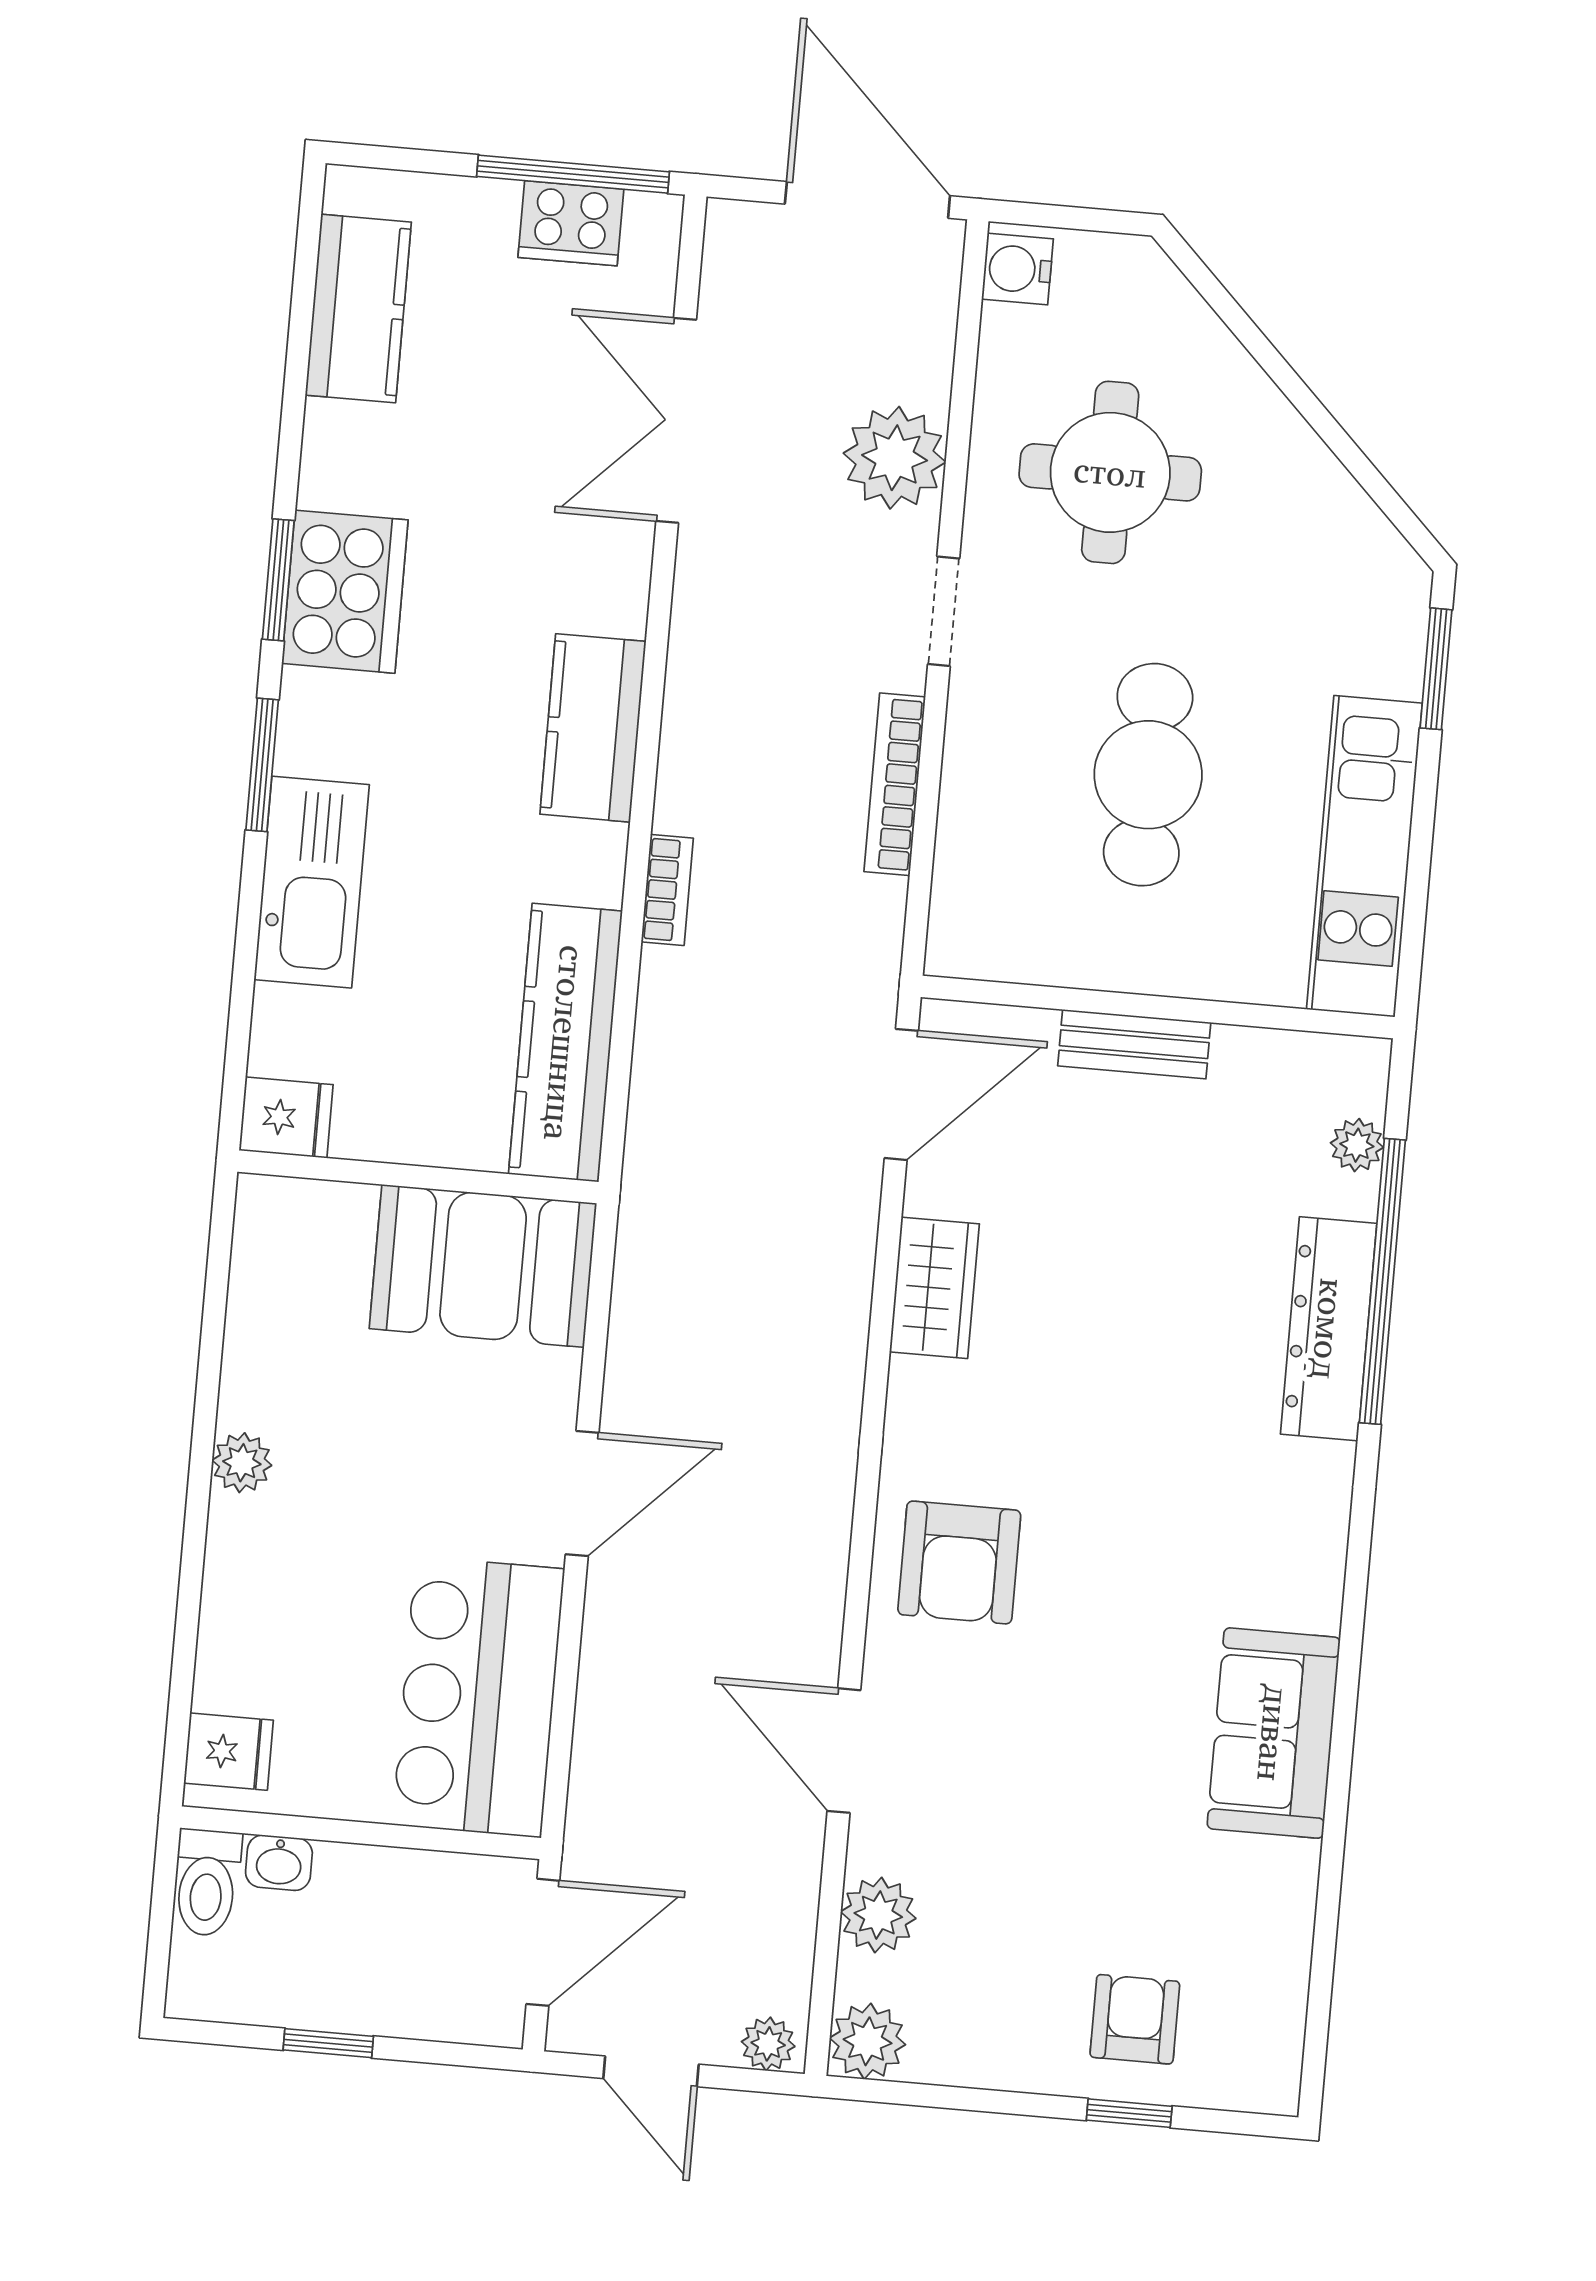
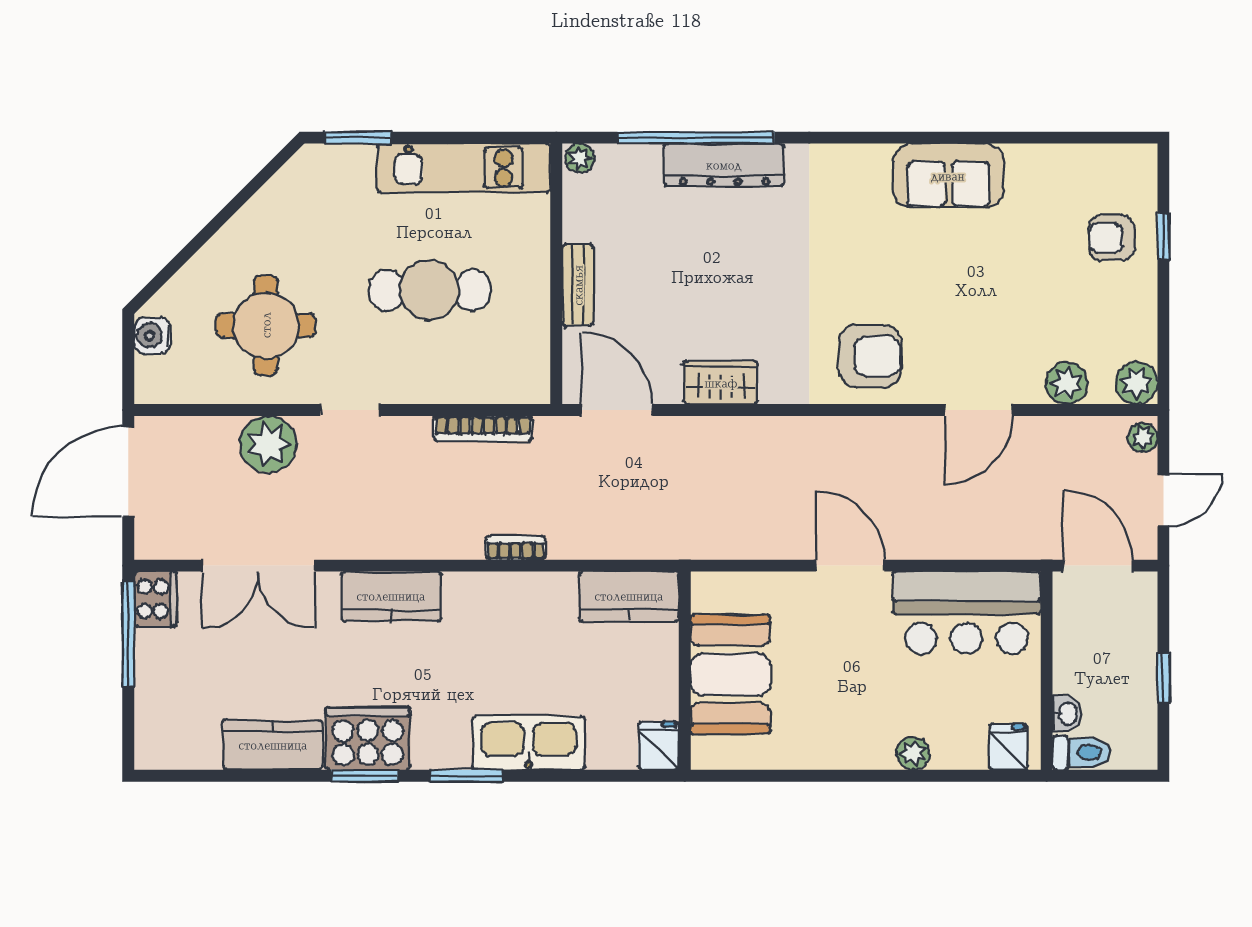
cooker: (571, 223) -> (155, 599), moved
water cooler: (1018, 269) -> (152, 336), moved, turned 90
kitchen counter: (358, 309) -> (273, 745), moved
kitchen counter: (593, 728) -> (391, 596), moved
bookcase: (895, 784) -> (483, 428), moved
kitchen counter: (565, 1043) -> (629, 596), width x0.67
plant: (1357, 1145) -> (580, 158), moved
booth: (483, 1266) -> (730, 674), moved
plant: (242, 1463) -> (913, 753), moved

